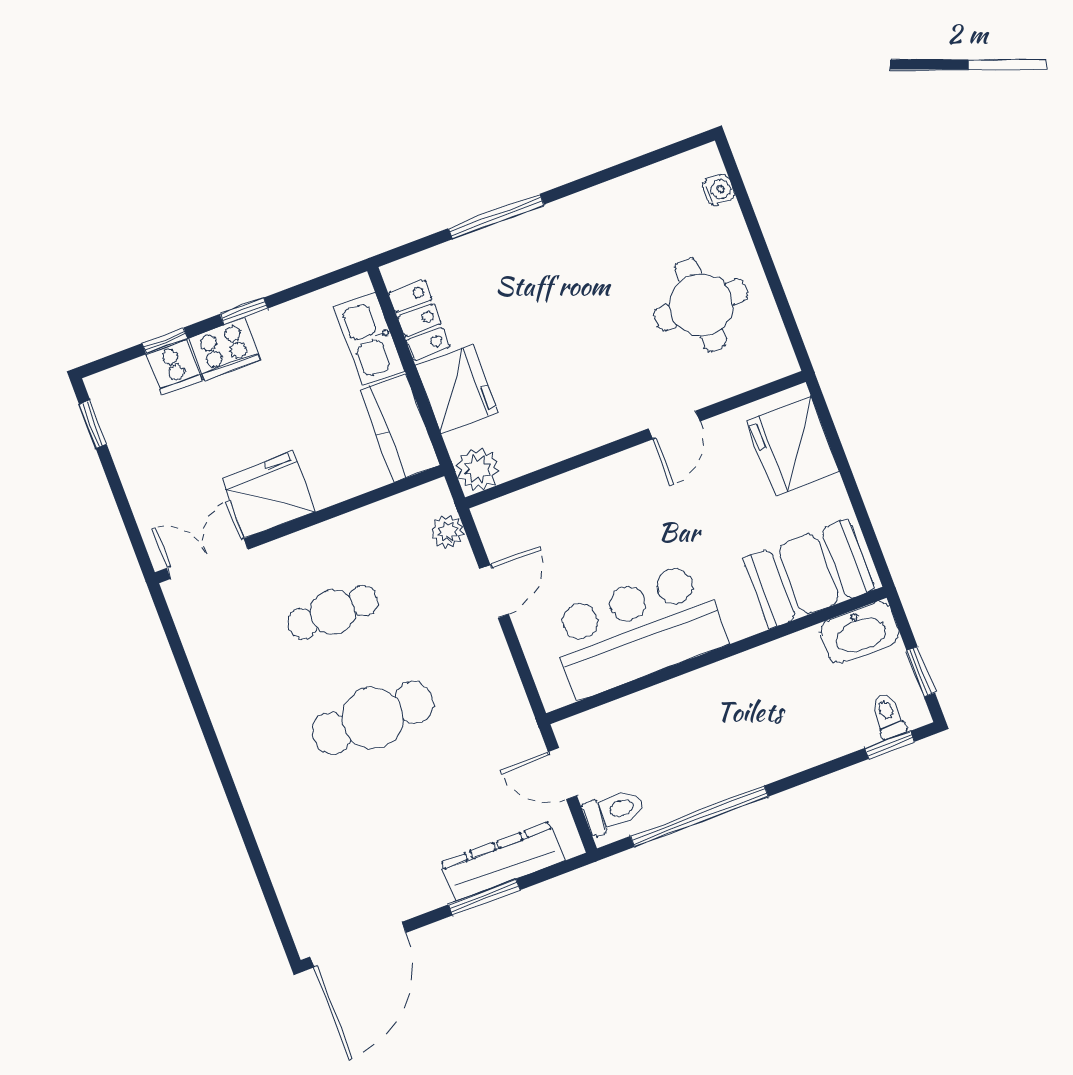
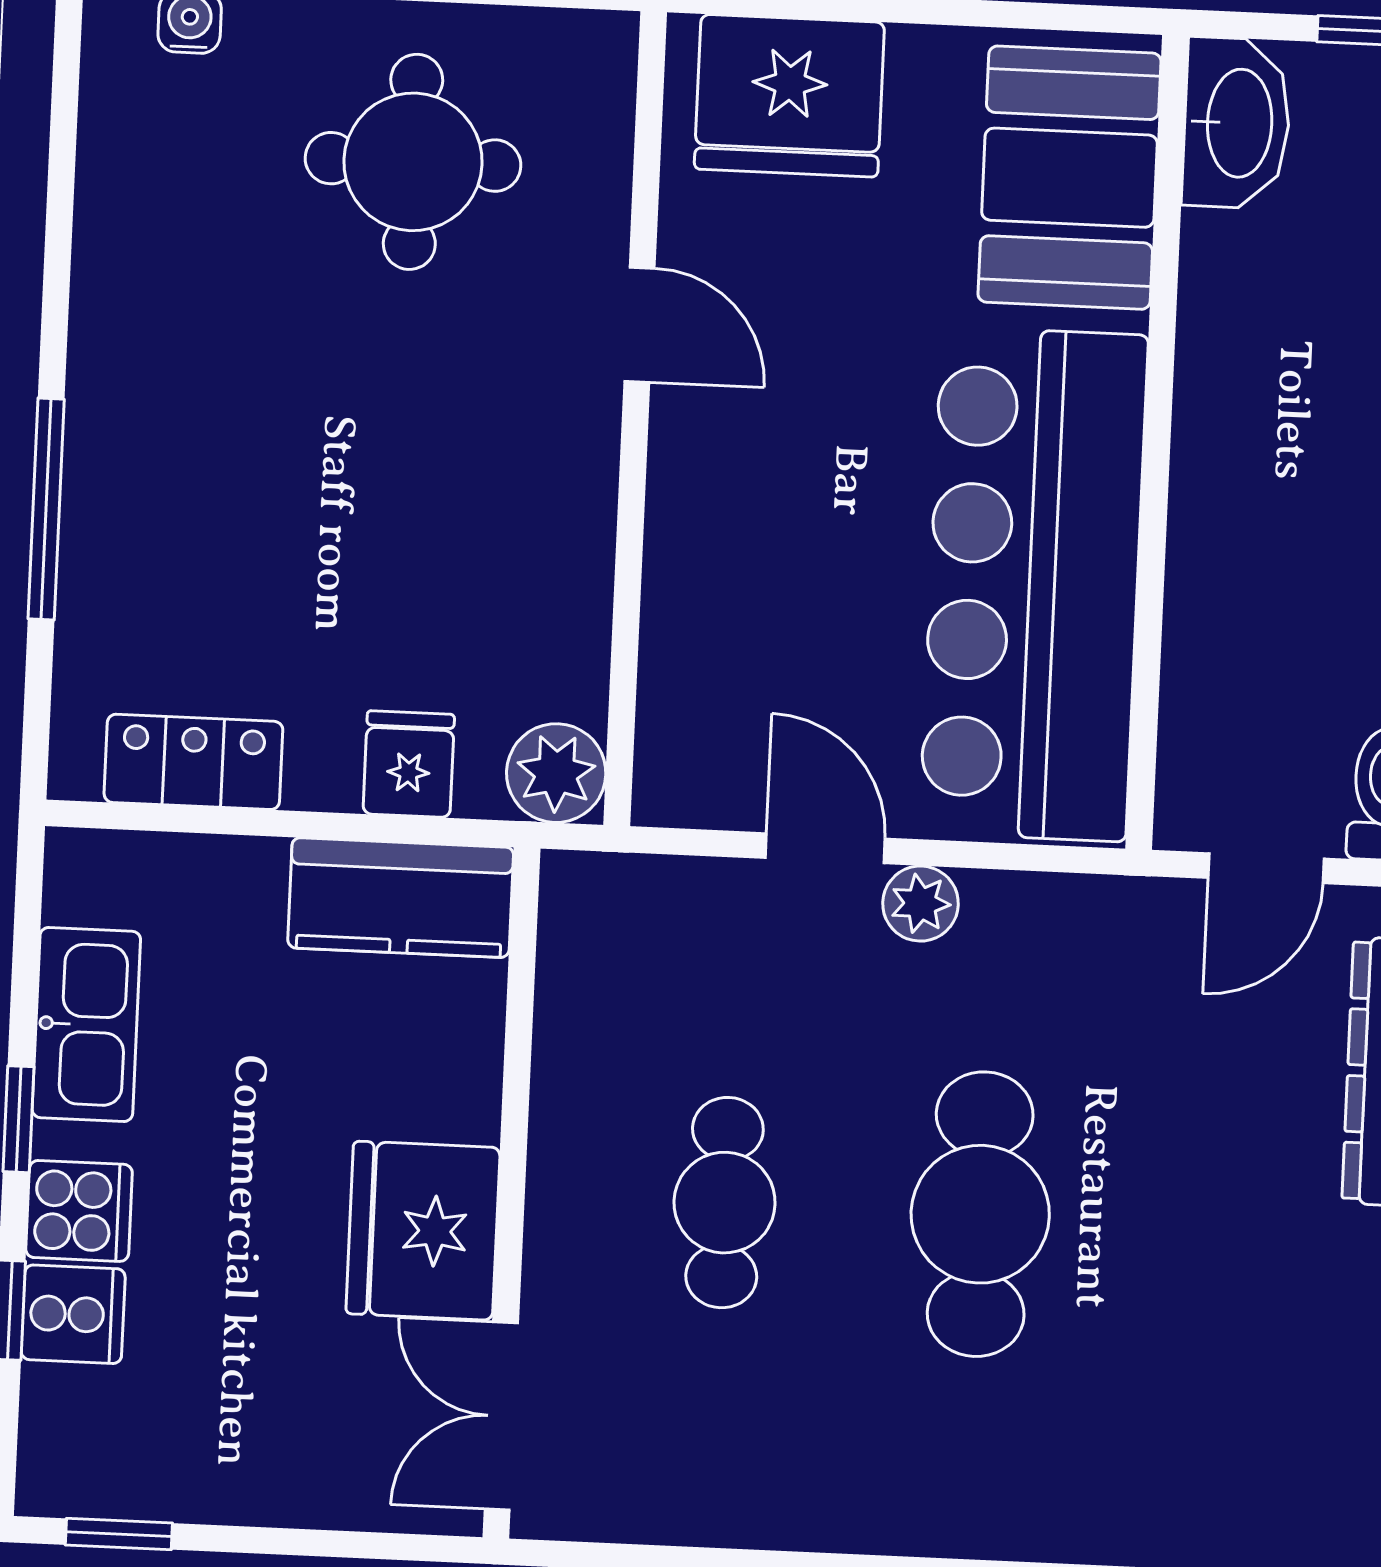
kitchen sink: (369, 339) -> (86, 1024), moved, turned -90
cooker: (224, 349) -> (79, 1211), width x0.73
fridge: (457, 389) -> (409, 764), width x0.53, depth x0.75
plant: (447, 531) -> (920, 904), moved
bar counter: (637, 630) -> (1034, 584), width x1.36

